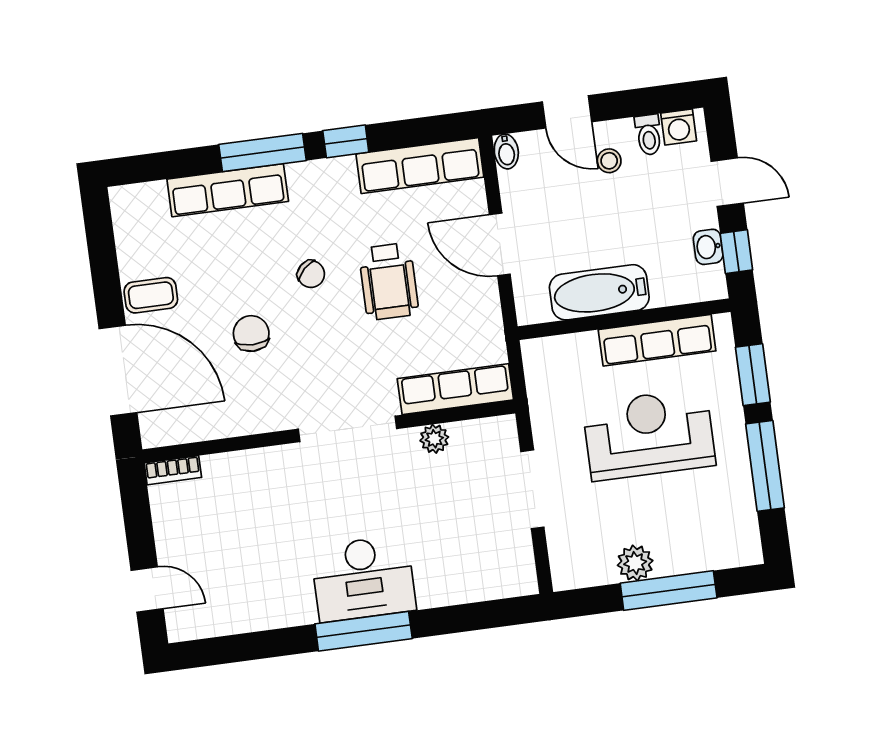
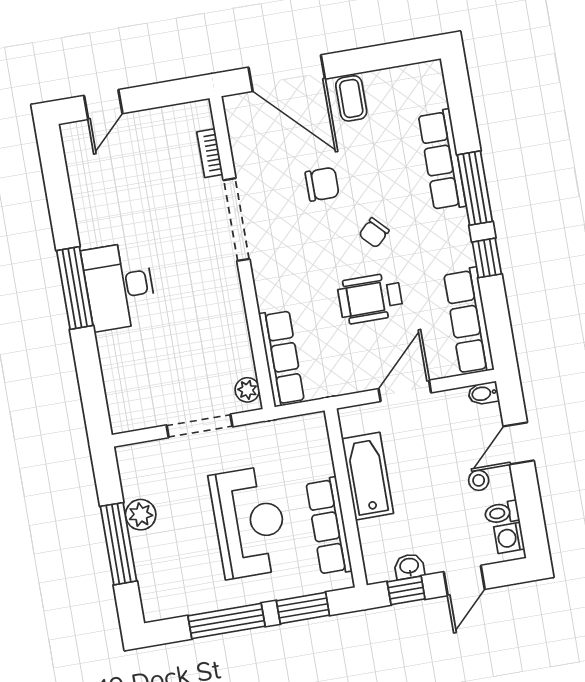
door: (118, 371) -> (287, 73), hinge flipped
doorway: (348, 429) -> (236, 220), moved
plant: (434, 439) -> (247, 390), moved
bookcase: (173, 470) -> (210, 153), moved

